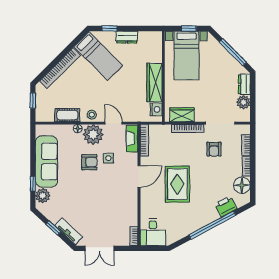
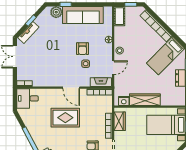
cot: (67, 115) -> (119, 16), moved
plant: (93, 134) -> (104, 52), removed

